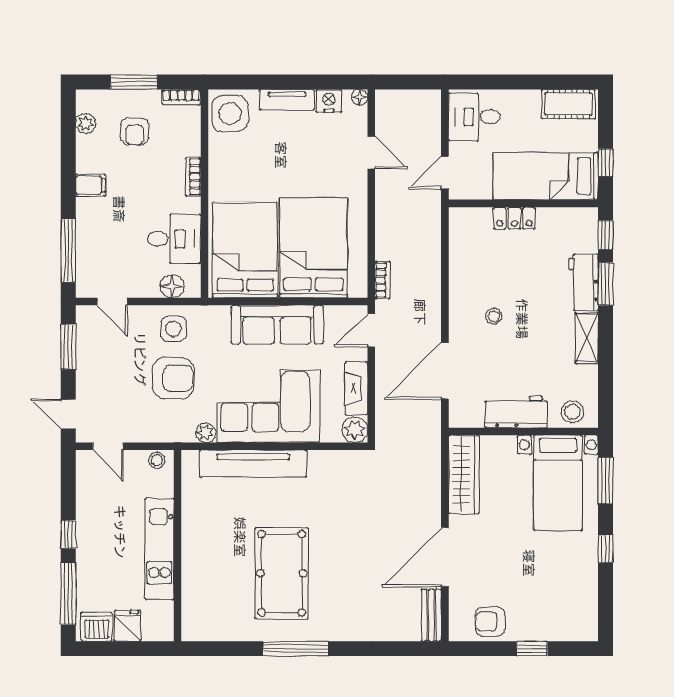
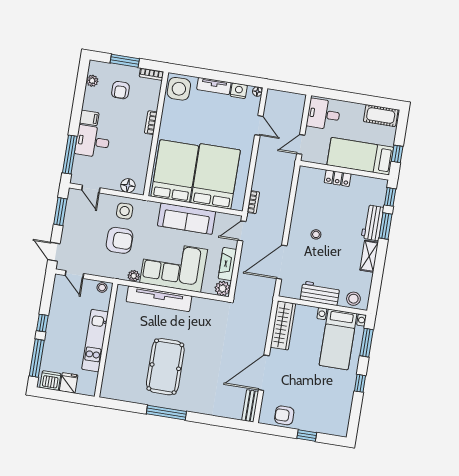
desk: (174, 239) -> (92, 141), moved, turned 180

